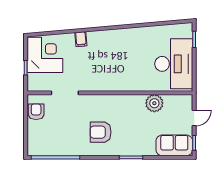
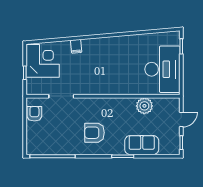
sofa: (174, 145) -> (142, 145), moved

